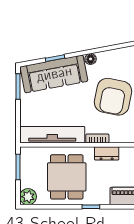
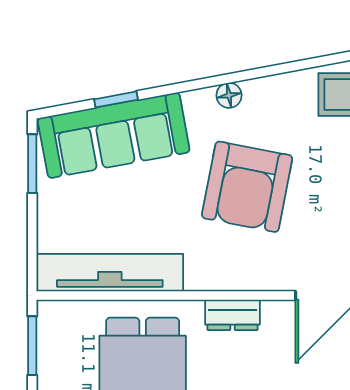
floor lamp: (91, 59) -> (229, 95), moved
bookcase: (97, 138) -> (212, 281), removed

